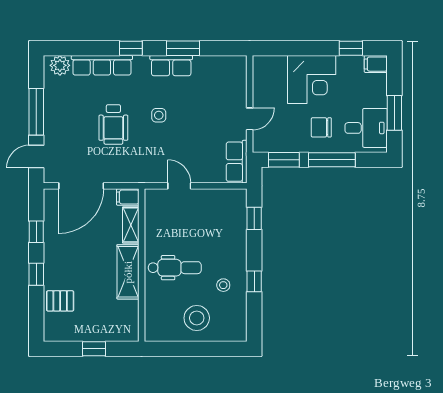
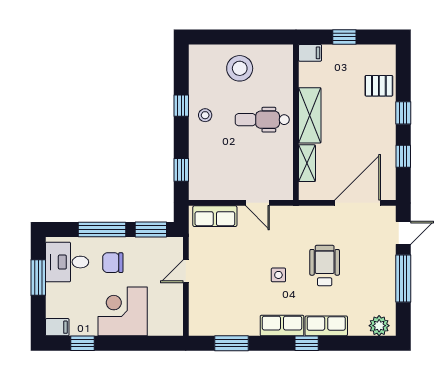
window: (183, 48) -> (231, 343), moved
row of seats: (102, 65) -> (326, 326), width x0.68
row of seats: (171, 66) -> (282, 326), moved
chair: (321, 127) -> (113, 263), turned 180
row of seats: (237, 162) -> (215, 216), moved, turned 90
filing cabinet: (128, 197) -> (310, 53), moved
stool: (223, 285) -> (205, 115), moved

